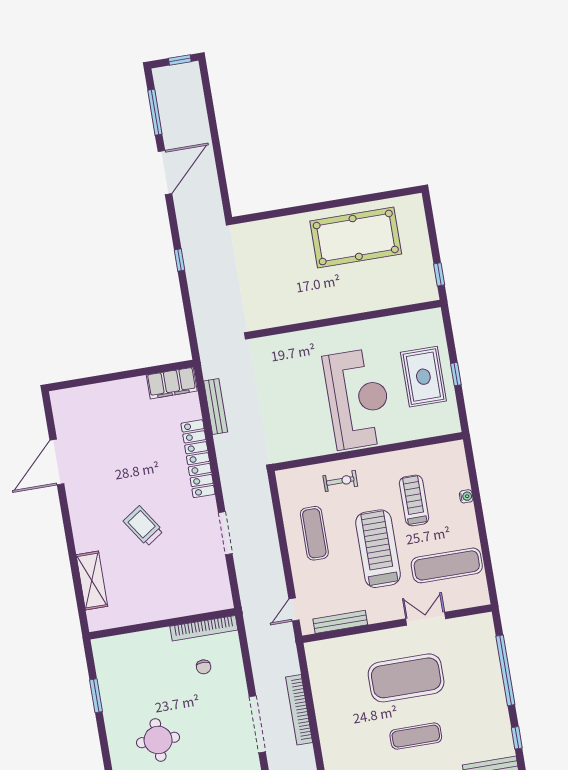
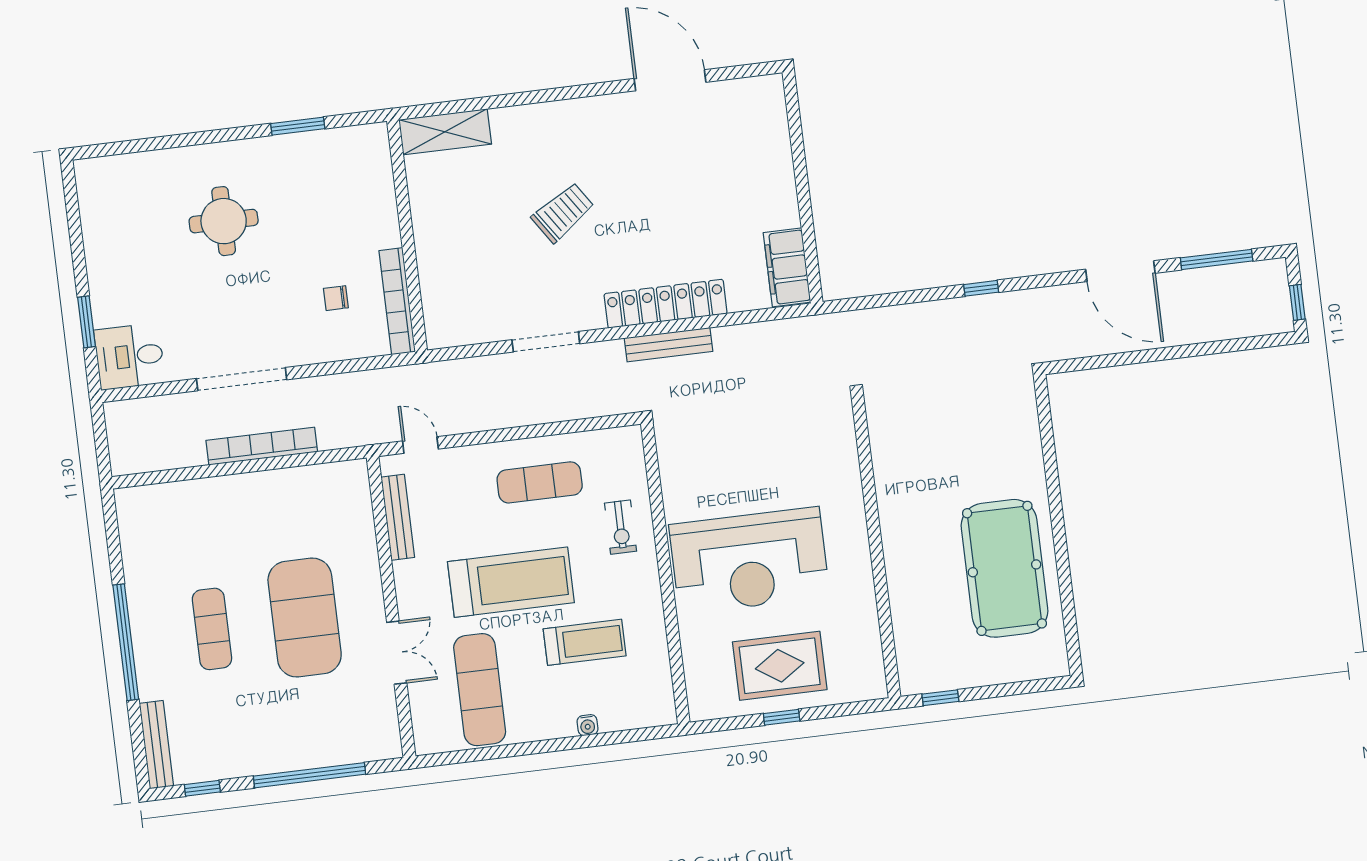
bench: (216, 406) -> (668, 345), moved
shelving: (92, 581) -> (445, 132), moved

